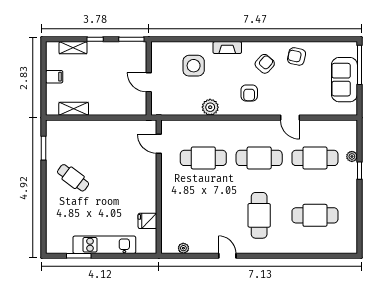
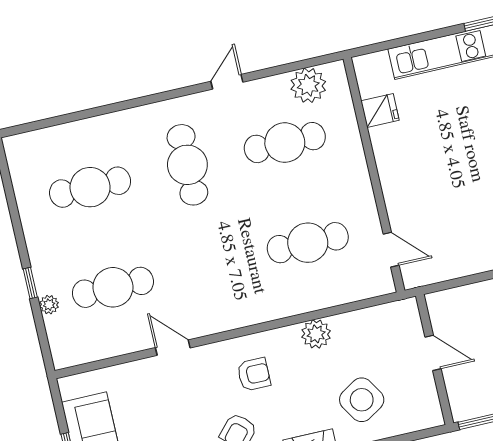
side table: (194, 66) -> (362, 400), turned -32
armchair: (249, 93) -> (254, 374), turned 90
cafe table: (259, 158) -> (285, 143), moved
plant: (183, 248) -> (308, 85), width x1.88, depth x1.88
door: (227, 256) -> (227, 82), swing flipped

